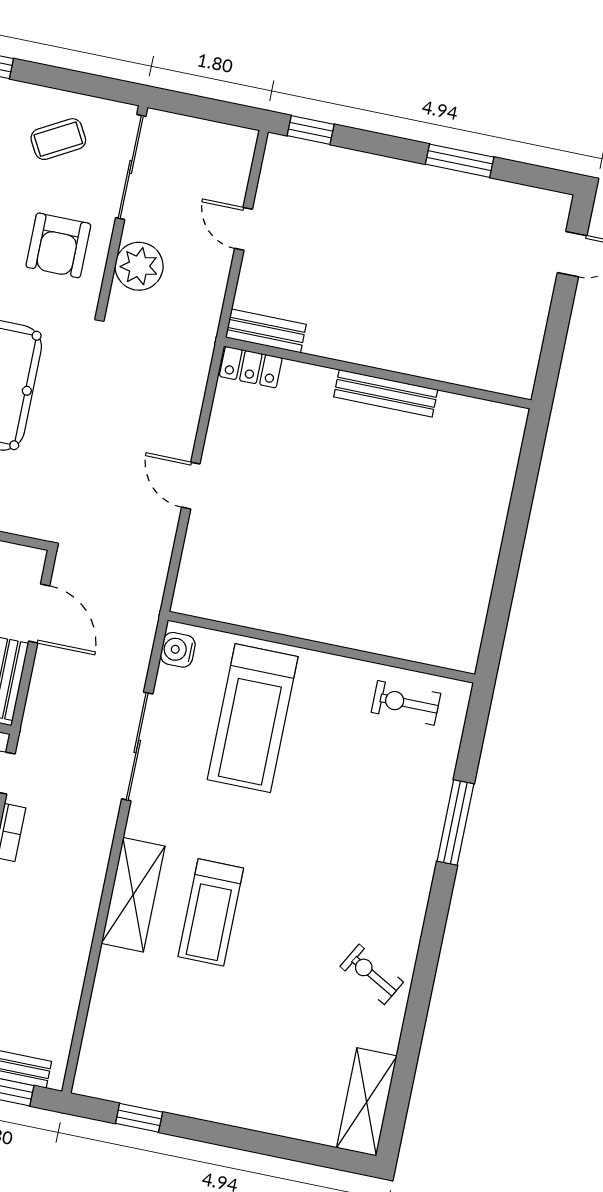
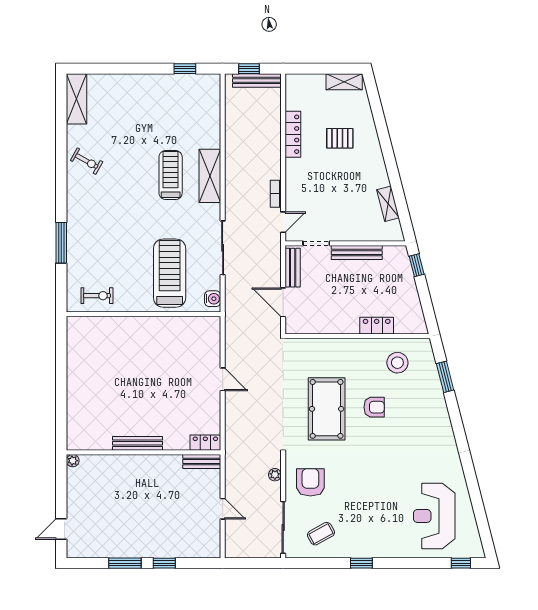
window: (311, 130) -> (164, 563), moved
plant: (139, 266) -> (275, 475), width x0.53, depth x0.53
plant: (522, 385) -> (73, 461), added

